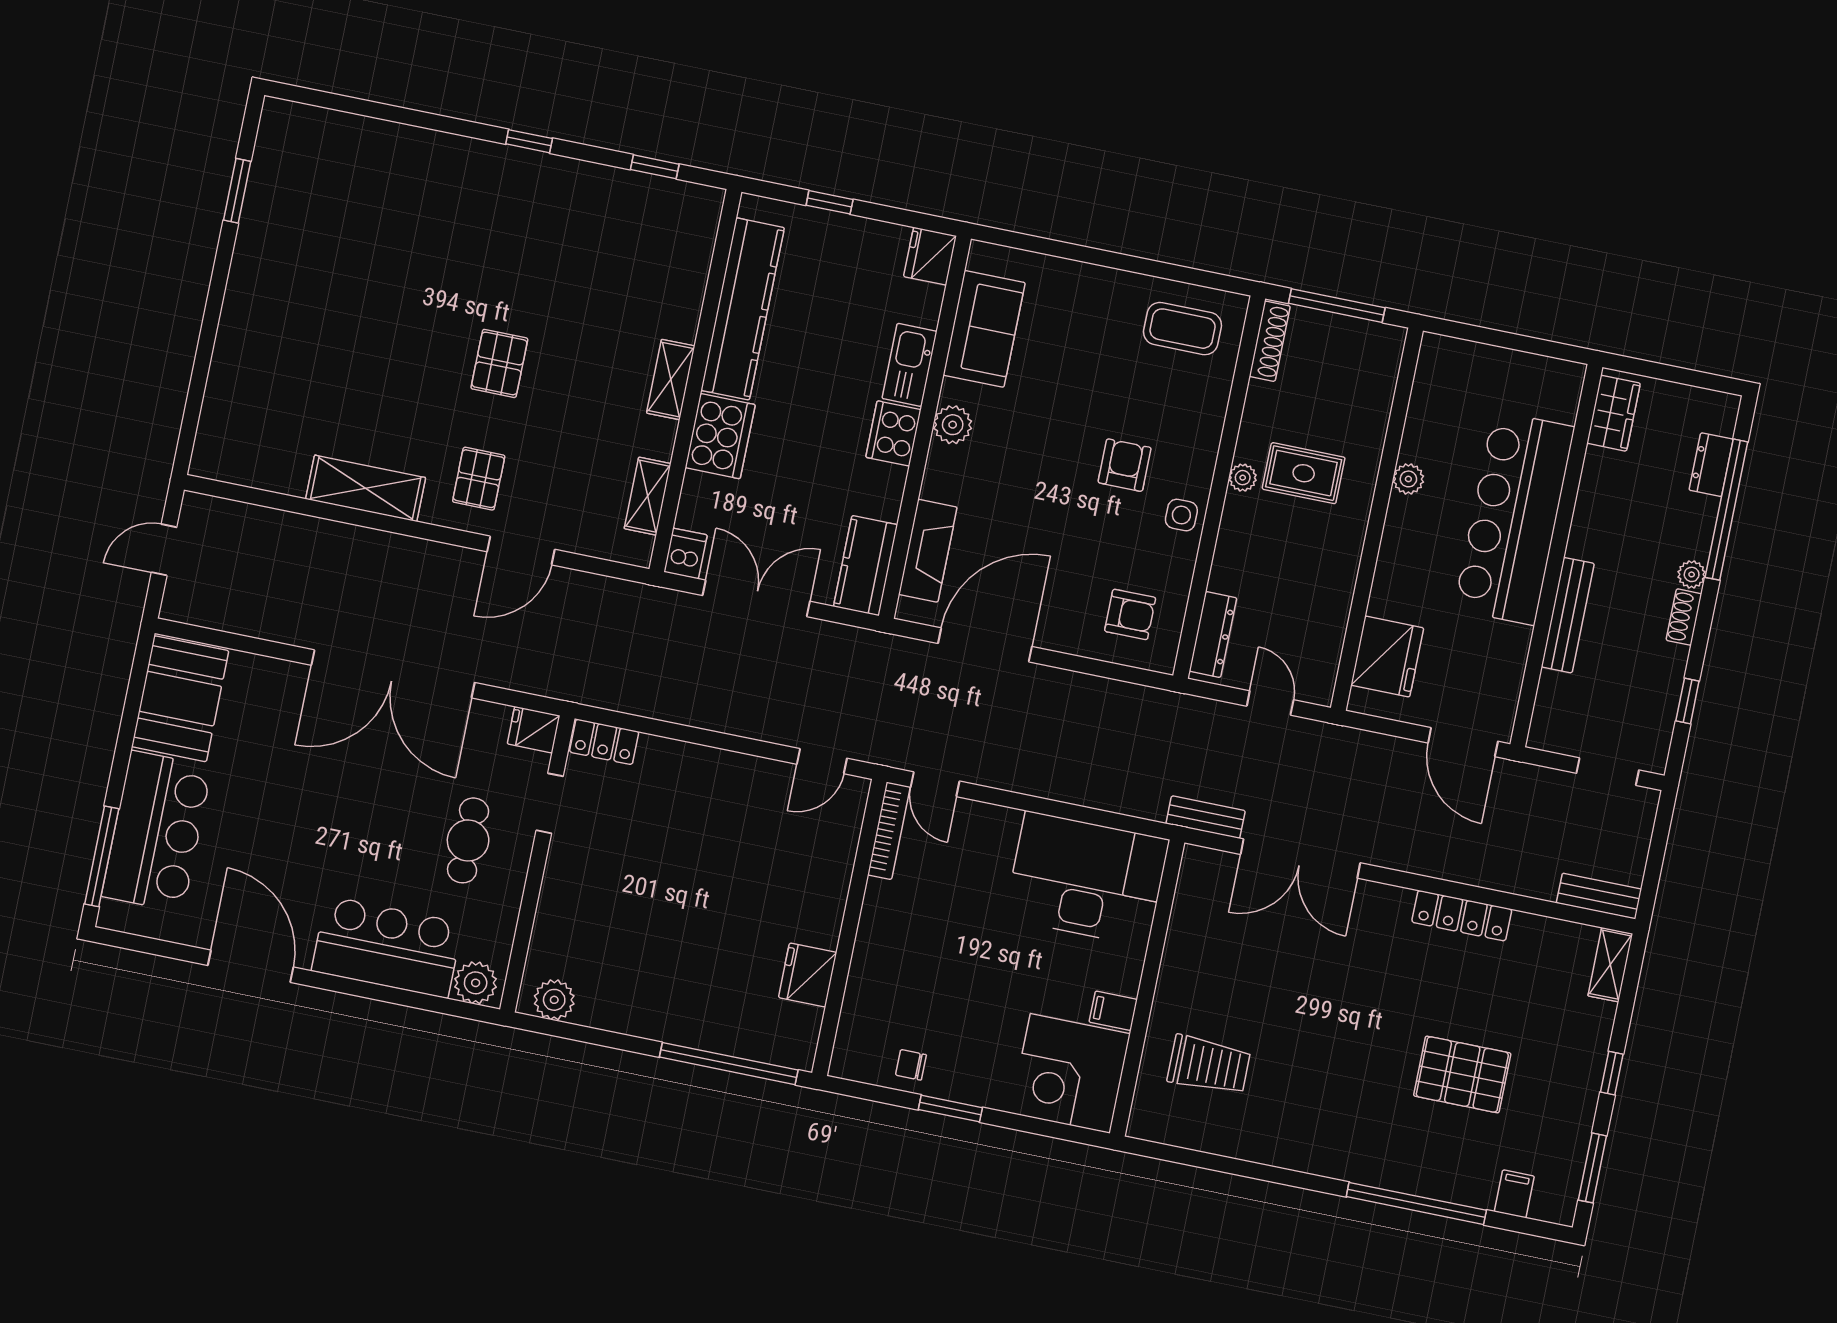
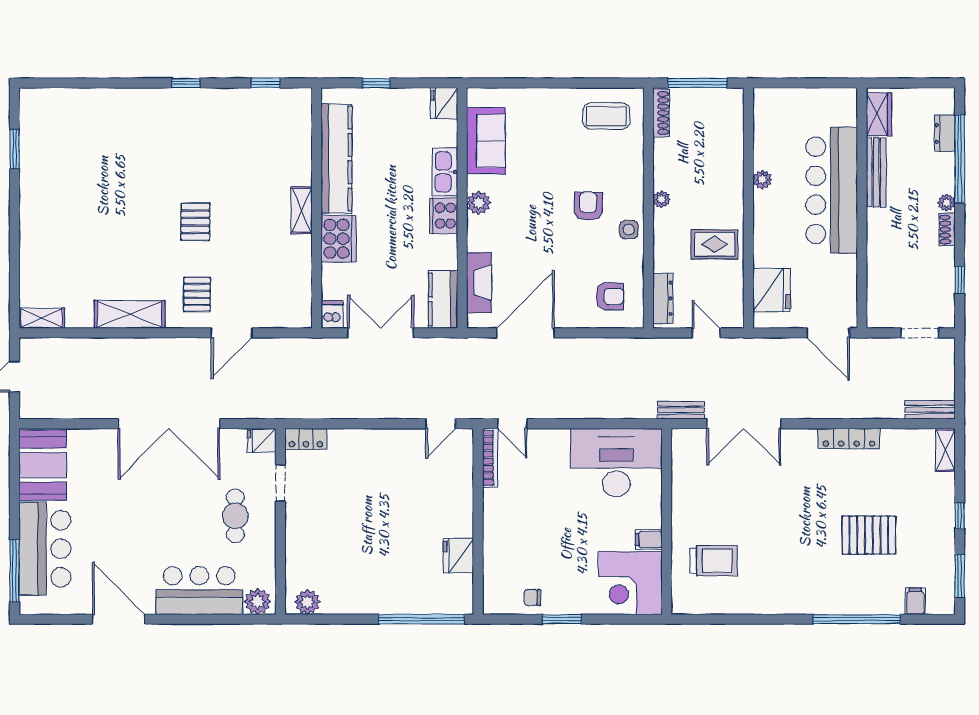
rug: (1304, 473) -> (714, 244), moved
shelving: (648, 496) -> (42, 318), moved, turned 90
bench: (1568, 615) -> (876, 172), moved

